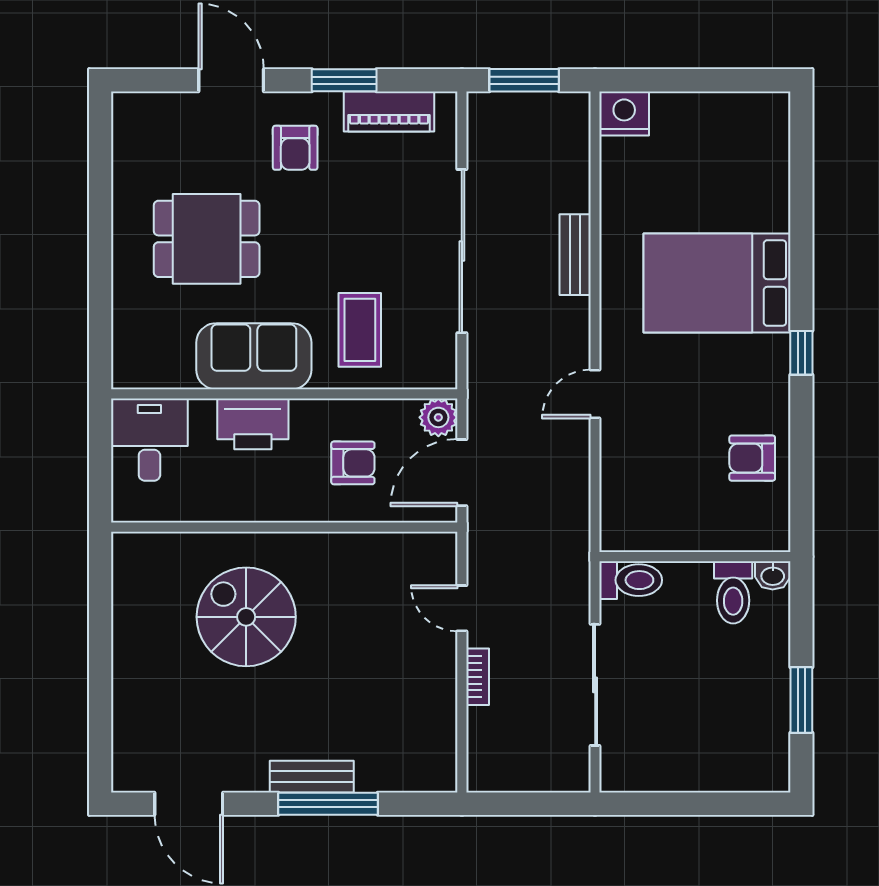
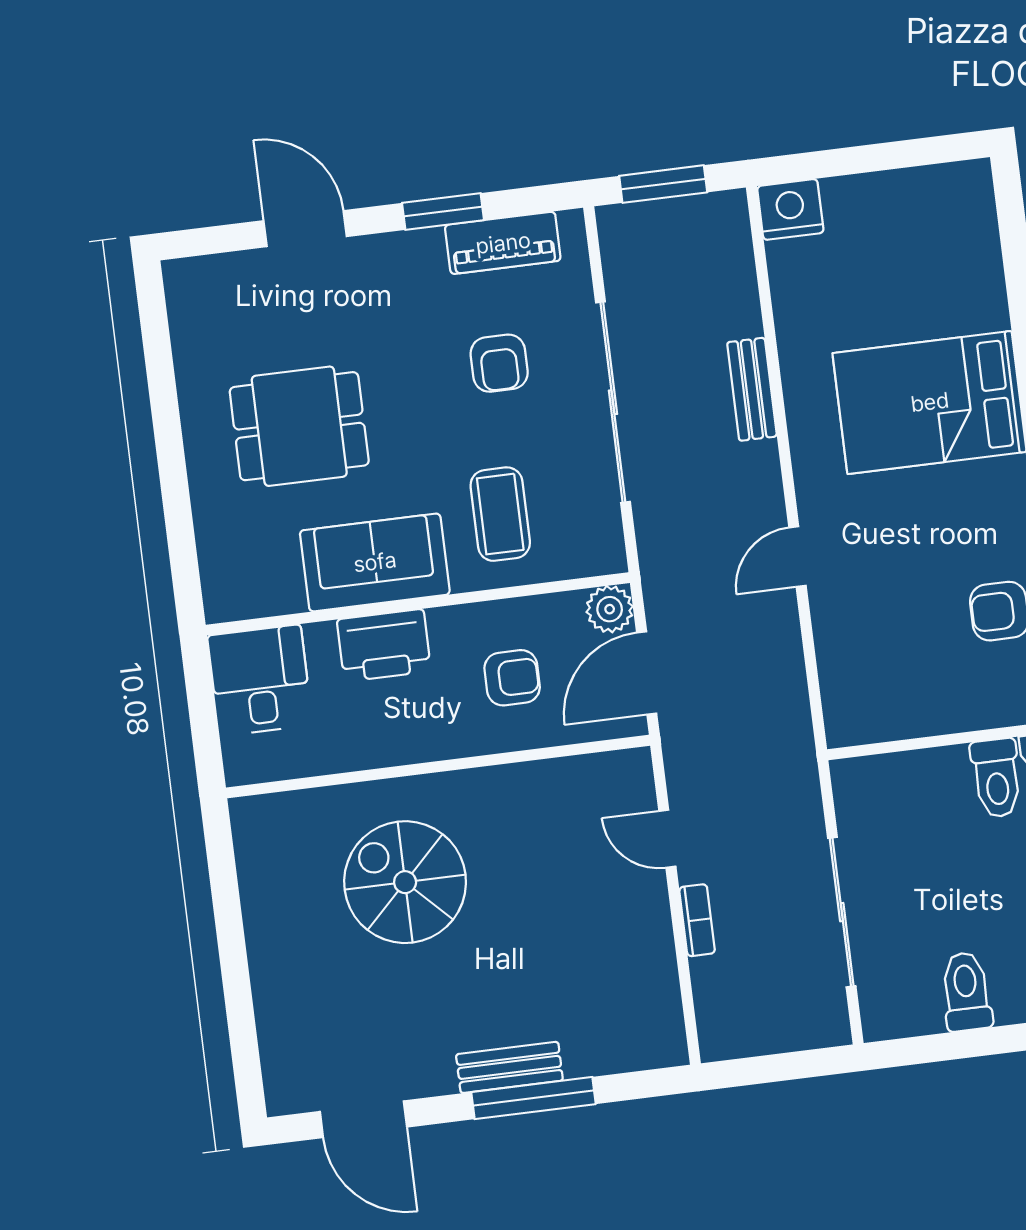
armchair: (295, 148) -> (499, 363), moved
toilet: (631, 580) -> (966, 992), moved, turned -90

